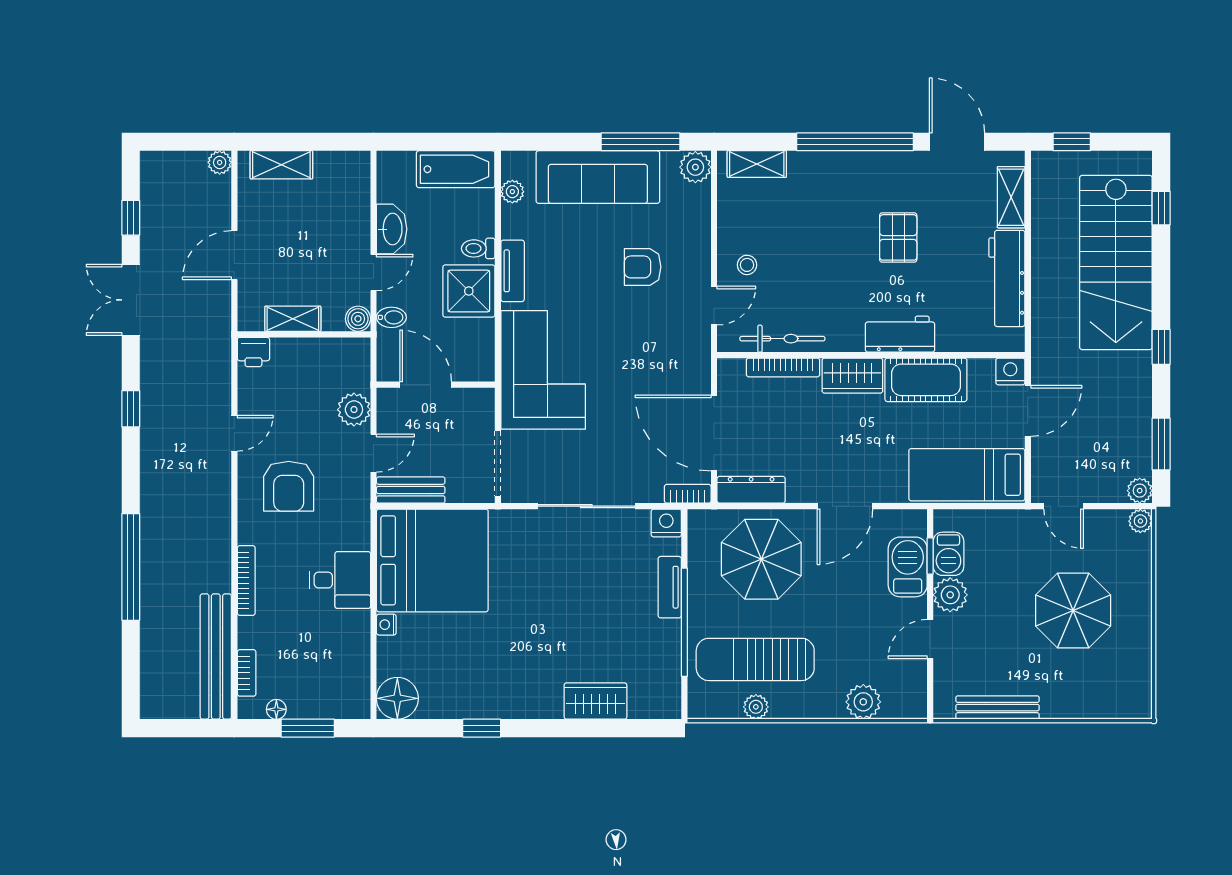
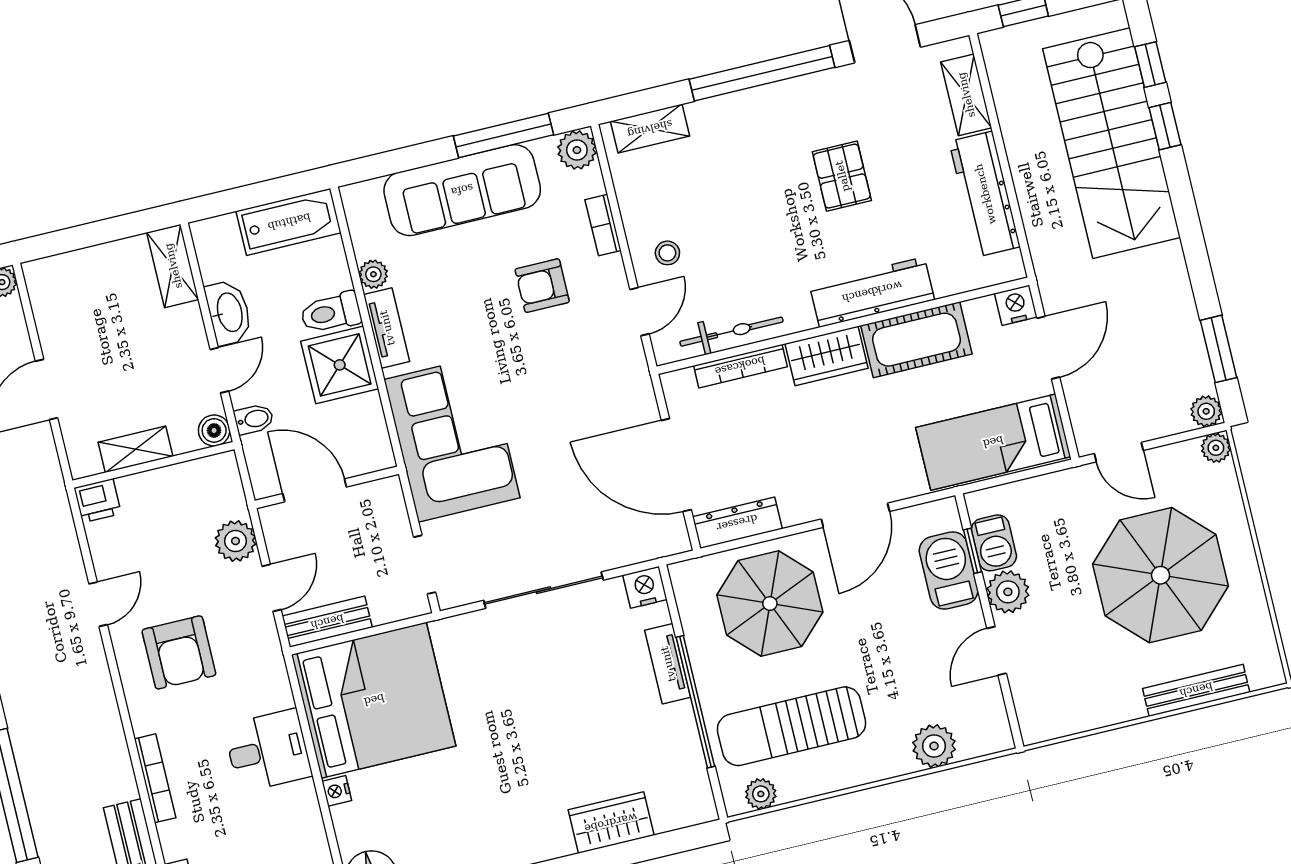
shelving: (281, 165) -> (173, 266), moved, turned 90
plant: (512, 192) -> (373, 274), moved
toilet: (478, 248) -> (331, 313), width x1.37, depth x1.39
workbench: (900, 334) -> (872, 292), width x1.38
window: (1161, 347) -> (1165, 126), moved
doorway: (498, 464) -> (425, 565), width x0.73
bookcase: (688, 494) -> (603, 225), moved, turned -90
parasol: (1073, 610) -> (1161, 575), width x1.36, depth x1.36
plant: (756, 707) -> (761, 794), moved
bench: (997, 708) -> (1196, 690), moved

